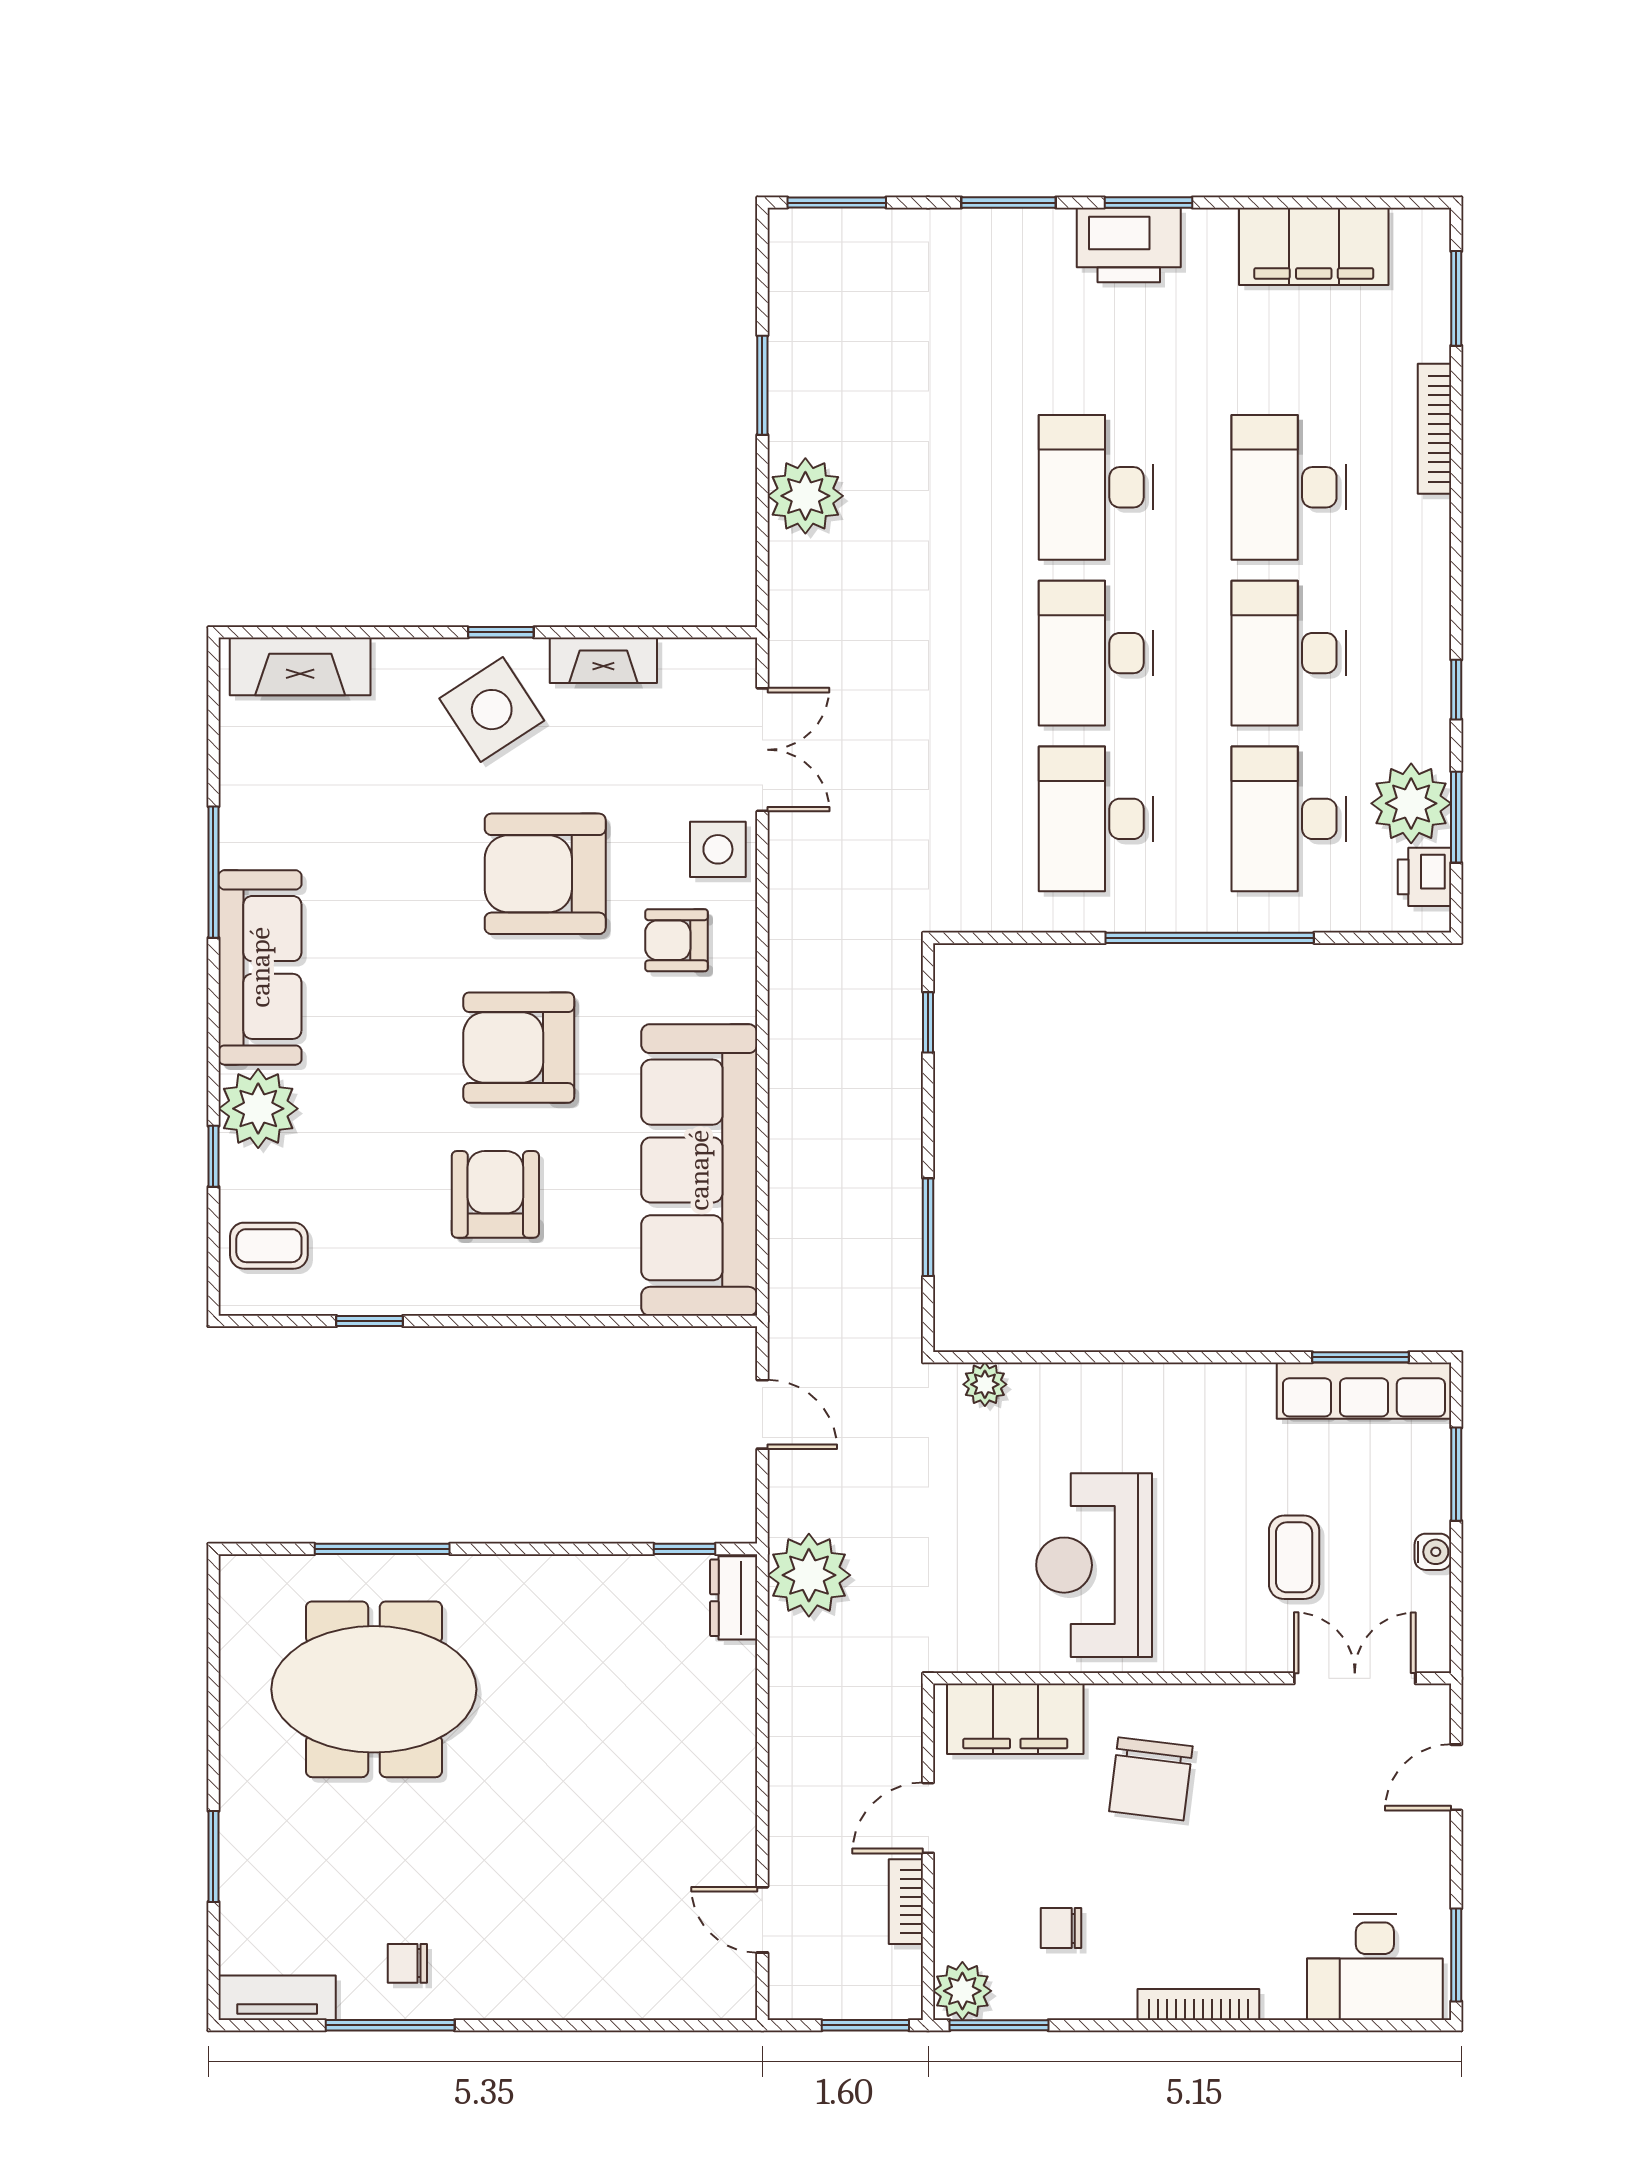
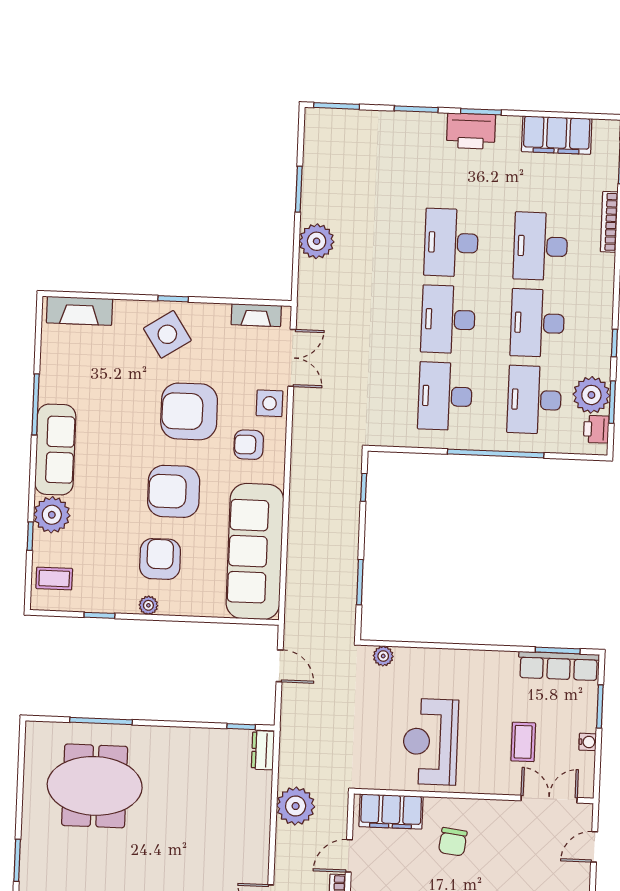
fireplace: (603, 660) -> (256, 315), moved
plant: (474, 1295) -> (148, 605), added
plant: (809, 1575) -> (296, 806), moved
chair: (1151, 1779) -> (453, 842), width x0.73, depth x0.73

